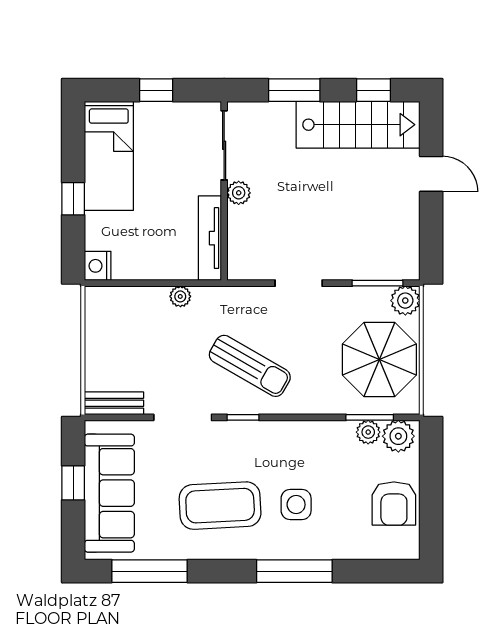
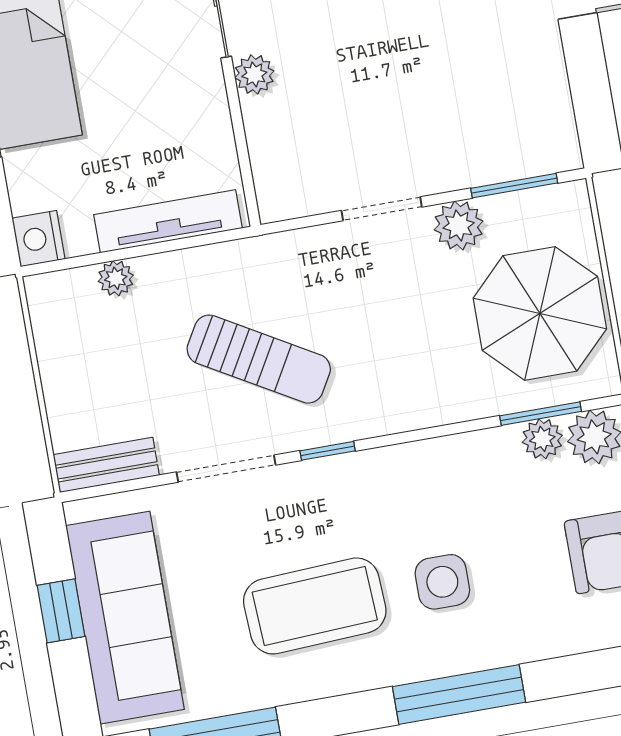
tv unit: (210, 238) -> (168, 221), moved, turned 90
plant: (180, 296) -> (116, 278), moved
plant: (405, 301) -> (459, 225), moved
sun lounger: (250, 366) -> (259, 359), moved

